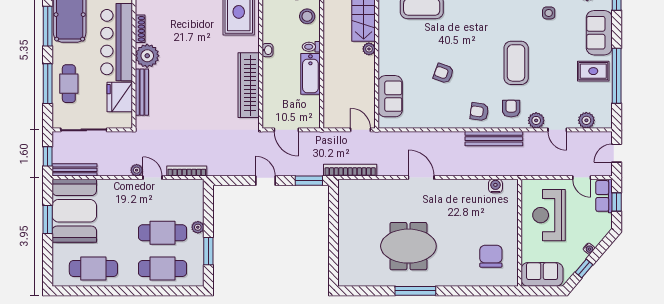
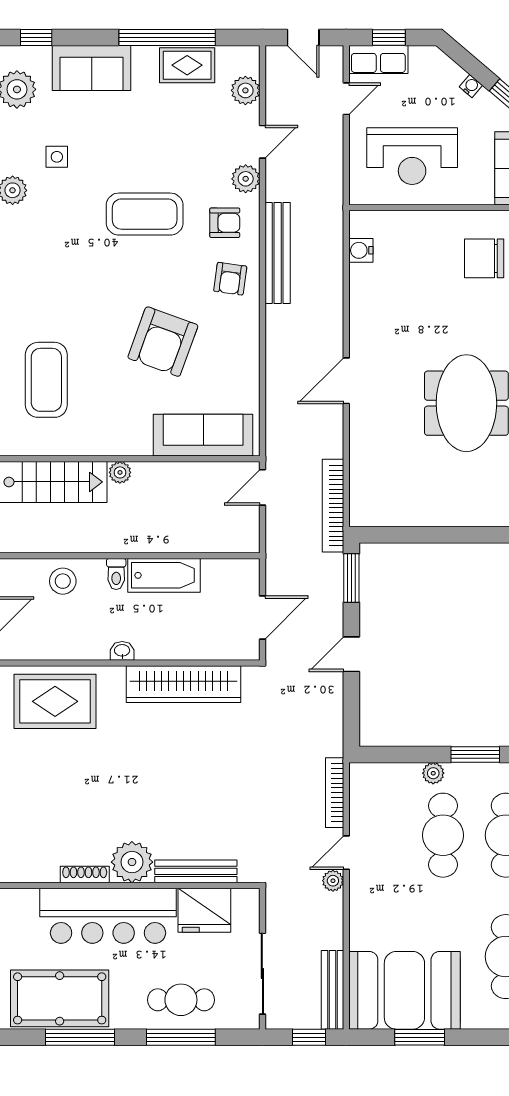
rug: (593, 71) -> (187, 65), moved, turned 90
armchair: (443, 73) -> (163, 342), width x1.88, depth x1.88
sofa: (390, 96) -> (203, 435), width x1.36
armchair: (511, 109) -> (225, 223), turned 180

